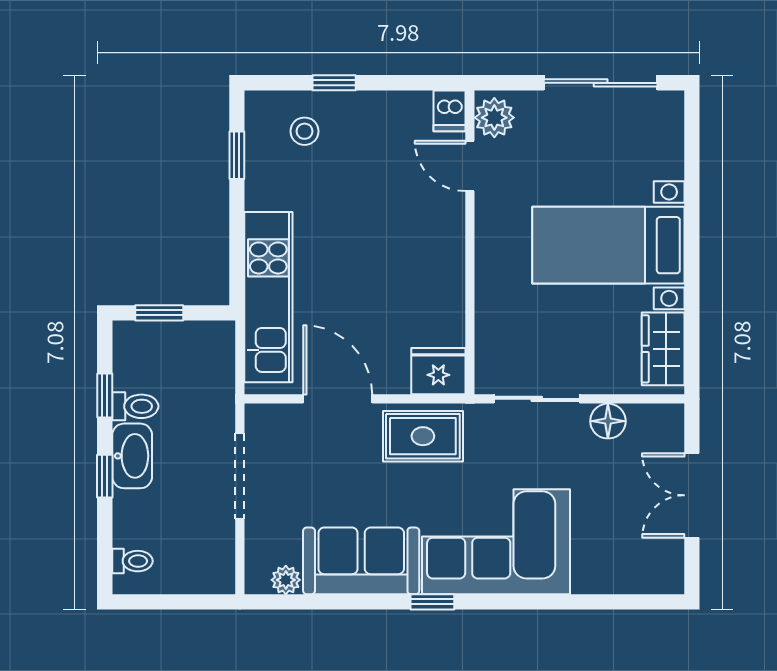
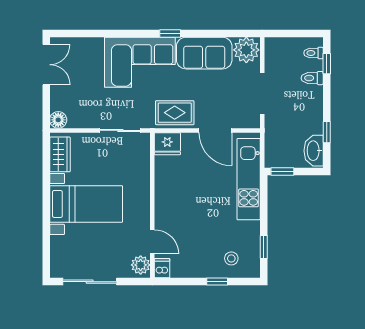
window: (159, 313) -> (282, 172), moved
toilet: (135, 406) -> (312, 78), moved
floor lamp: (608, 421) -> (58, 120), moved
washbasin: (132, 456) -> (314, 151), moved
window: (105, 476) -> (327, 64), moved
double door: (692, 495) -> (46, 65), moved
plant: (286, 580) -> (246, 50), width x1.88, depth x1.88

